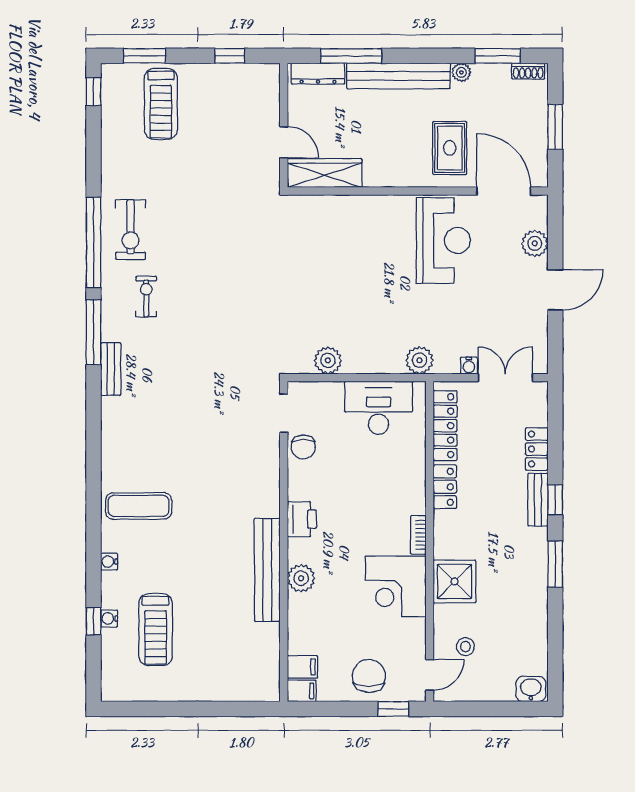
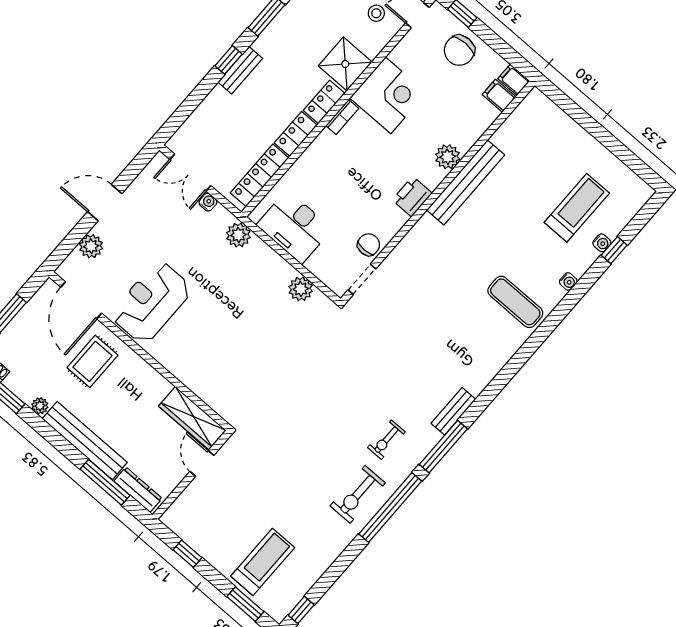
exercise bike: (131, 230) -> (358, 494), turned 180
locker: (537, 449) -> (324, 102), moved, turned 180

